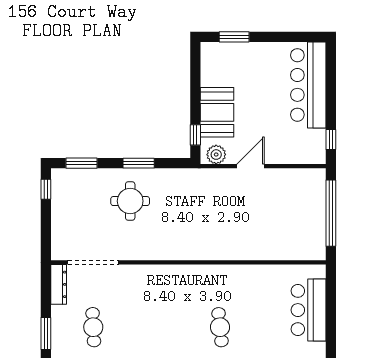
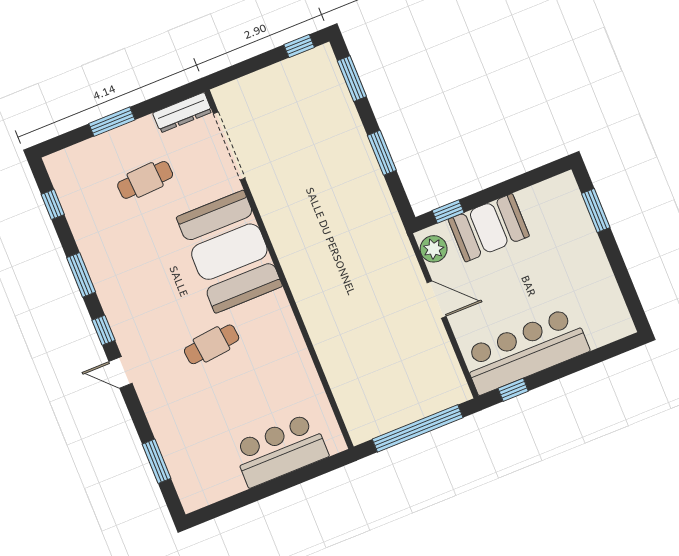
bar counter: (308, 85) -> (525, 351), moved
round table: (130, 201) -> (328, 162), removed
booth: (163, 291) -> (229, 252), added

